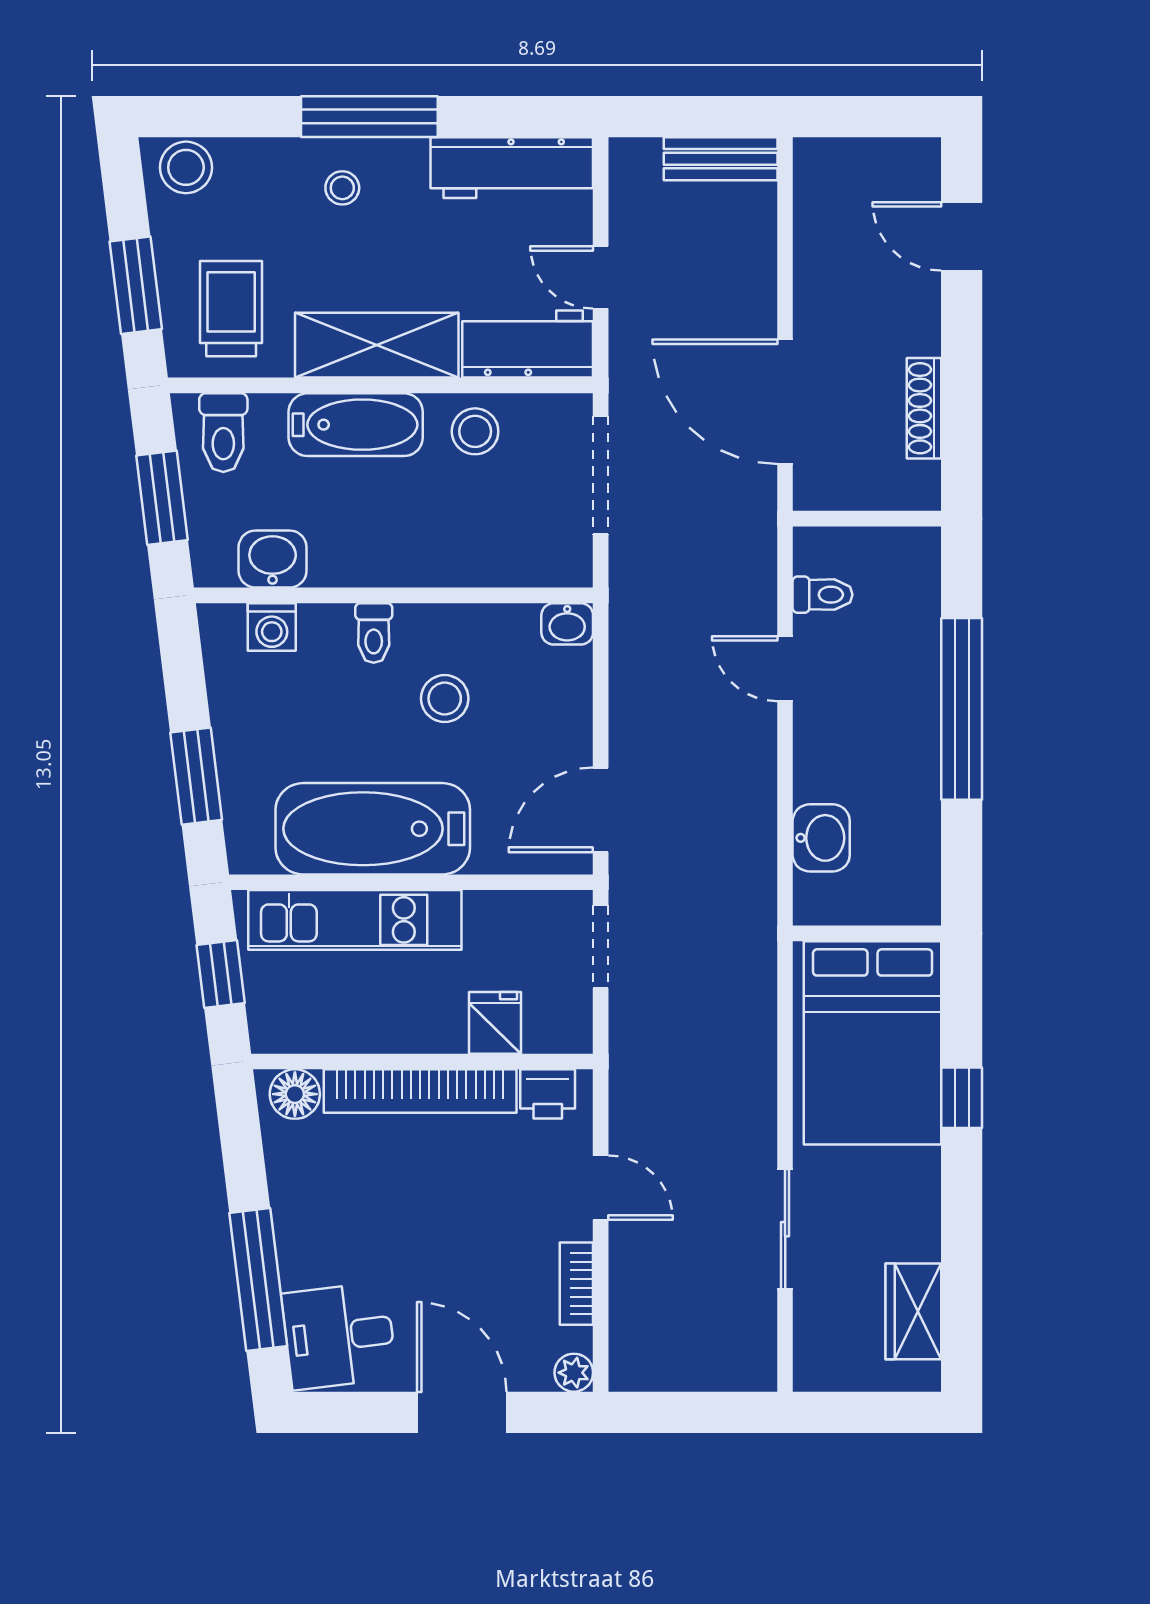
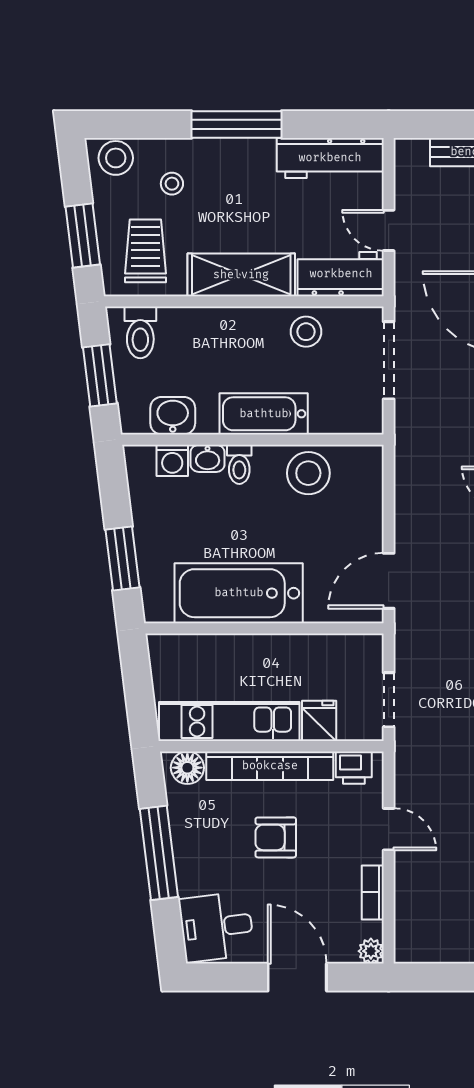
stool: (342, 188) -> (172, 184), moved
bathtub: (356, 425) -> (264, 414), moved, turned 180
washbasin: (567, 624) -> (208, 458), moved
stool: (445, 699) -> (308, 473), moved, width x1.38, depth x1.38
kitchen unit: (355, 920) -> (229, 721), moved, turned 180
doorway: (601, 947) -> (389, 700), moved
window: (221, 974) -> (139, 689), removed
armchair: (429, 1200) -> (276, 837), added
window: (258, 1279) -> (159, 853), moved

